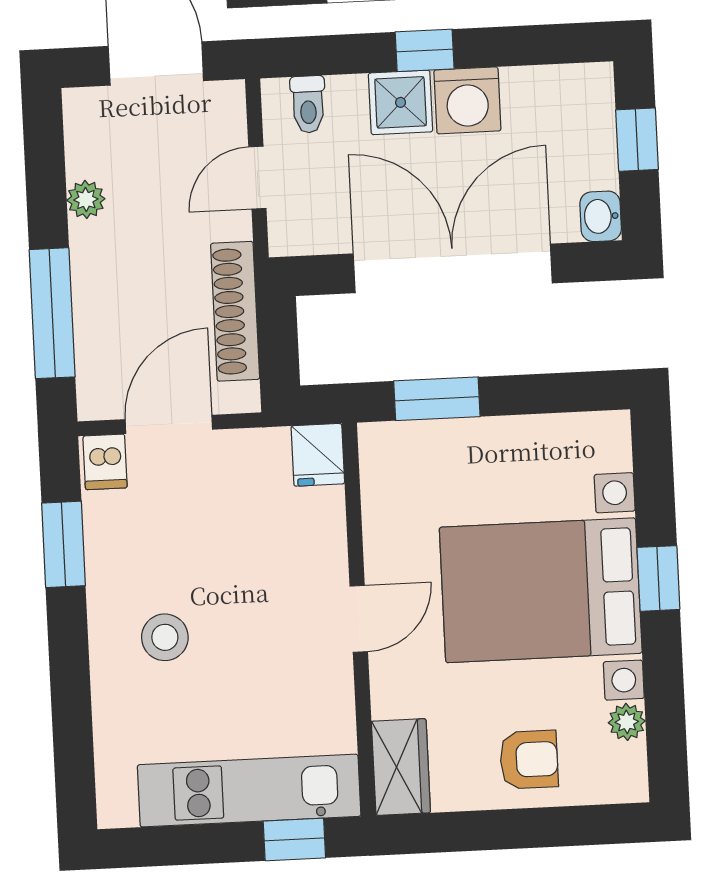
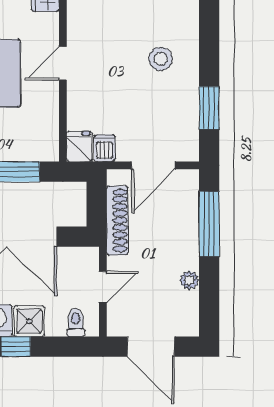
dishwasher: (105, 462) -> (105, 148), moved

